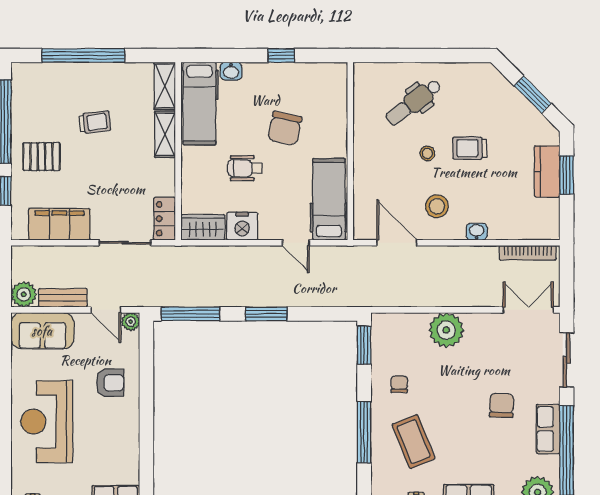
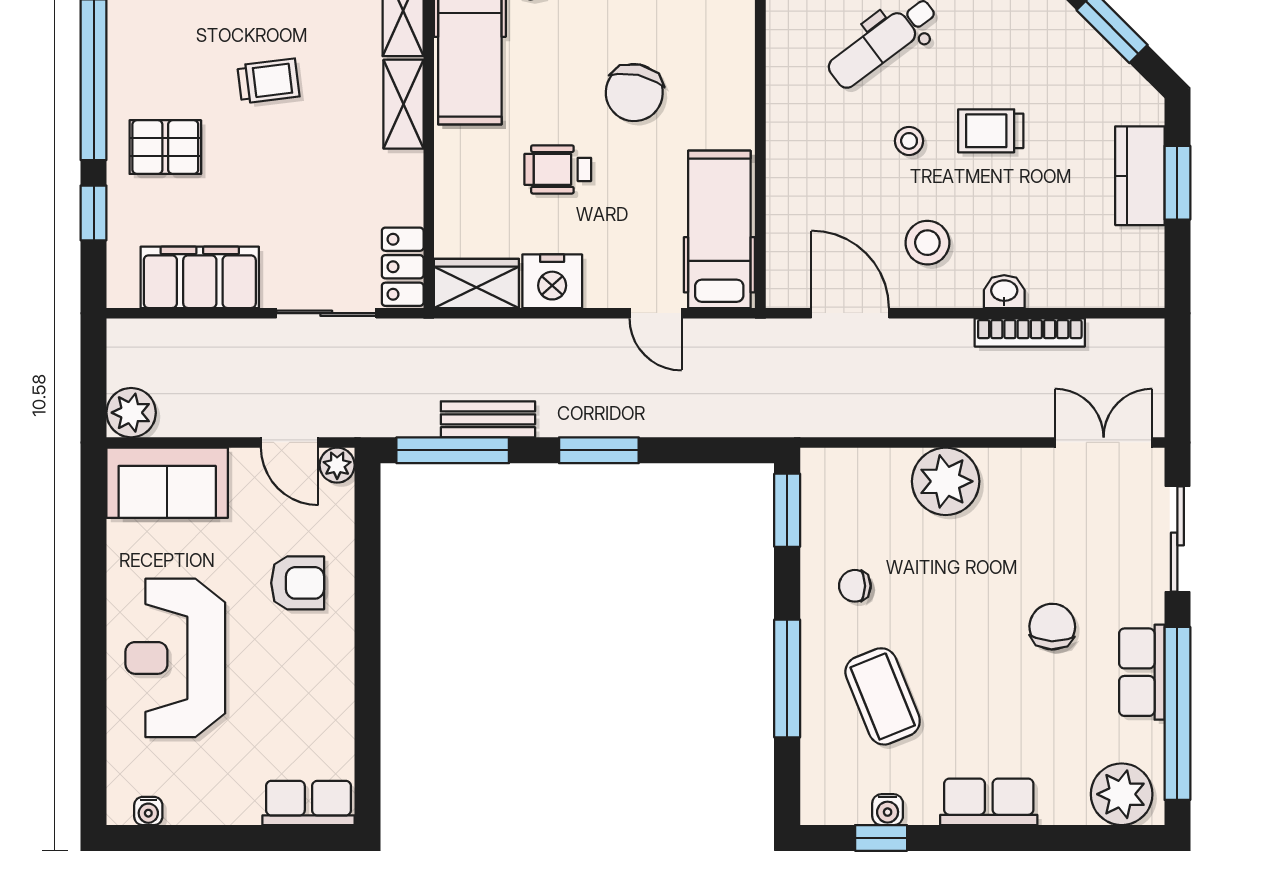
bookcase: (528, 253) -> (1030, 332), moved
bench: (63, 298) -> (488, 419), moved
chair: (399, 384) -> (855, 586), turned -90

